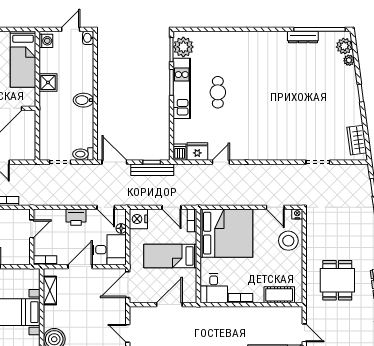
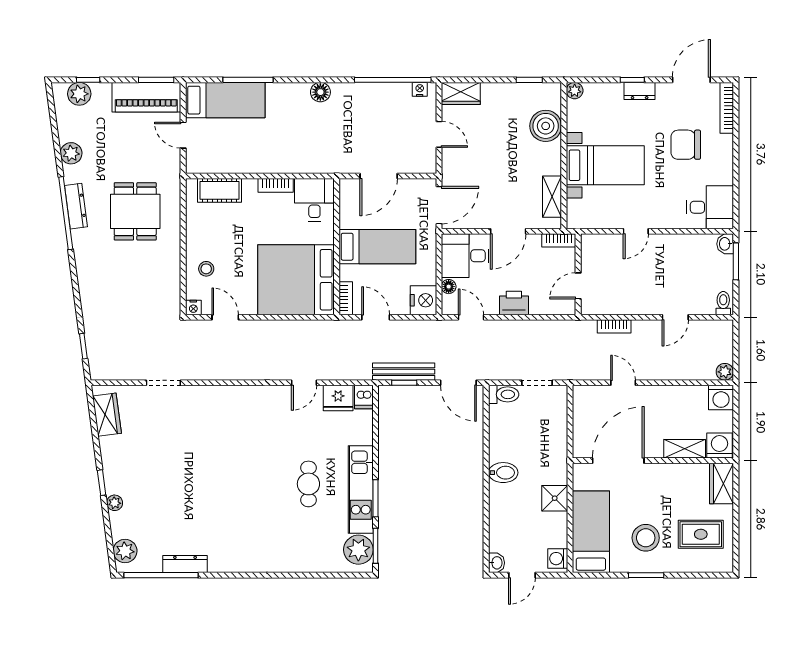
plant: (349, 60) -> (115, 503), moved
stool: (288, 241) -> (206, 269), width x0.53, depth x0.53

